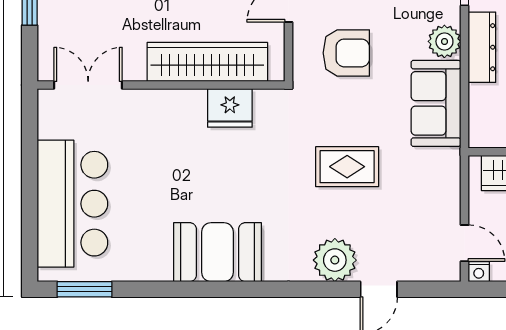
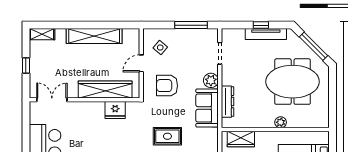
dresser: (482, 47) -> (228, 102), moved
armchair: (346, 53) -> (167, 86), turned 180

